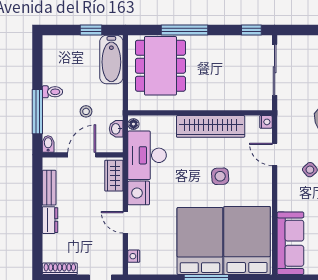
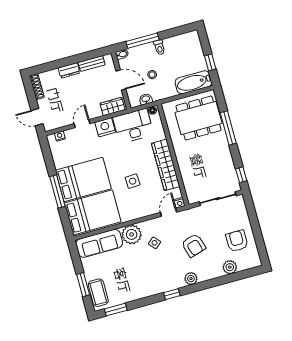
door: (275, 154) -> (169, 212), moved
plant: (290, 197) -> (132, 234), added

